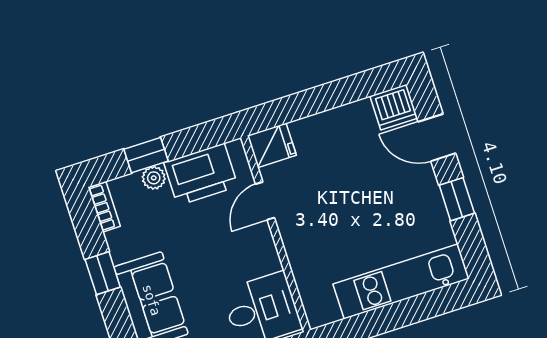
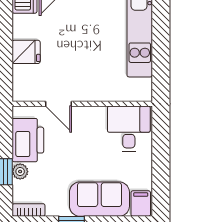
fridge: (272, 145) -> (26, 52), moved, turned 90

